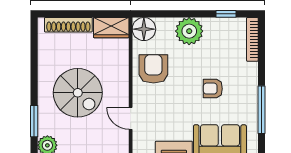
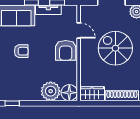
plant: (189, 31) -> (51, 91), moved
armchair: (153, 69) -> (66, 50), moved

